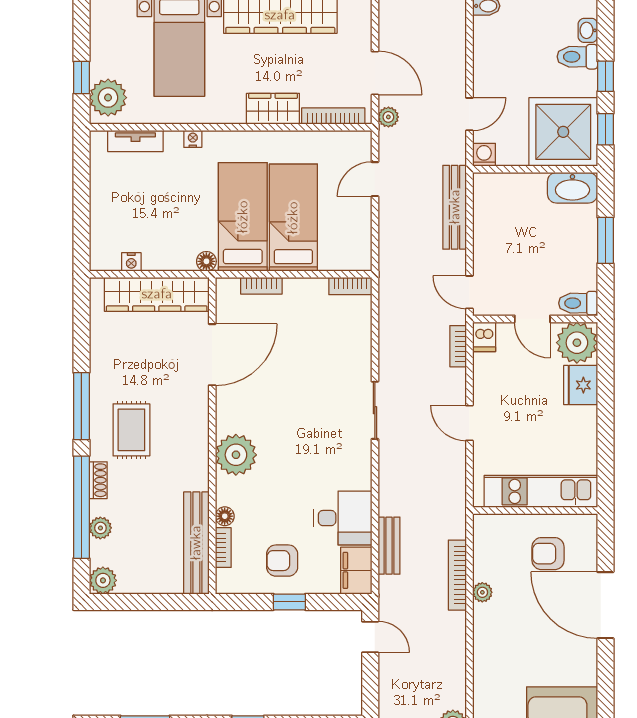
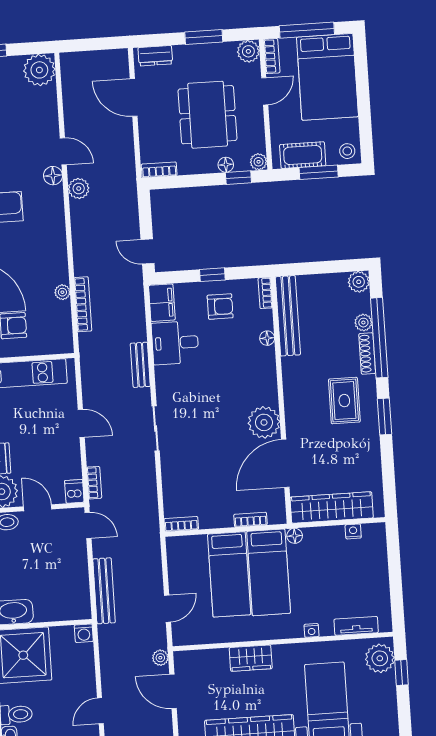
door: (469, 114) -> (100, 711), moved
bookcase: (333, 116) -> (203, 656), removed
window: (81, 406) -> (384, 417), width x0.69
plant: (236, 455) -> (264, 422), moved
shoe rack: (98, 480) -> (367, 354), width x1.43
bench: (389, 546) -> (140, 365), moved
bookcase: (223, 548) -> (265, 293), moved

